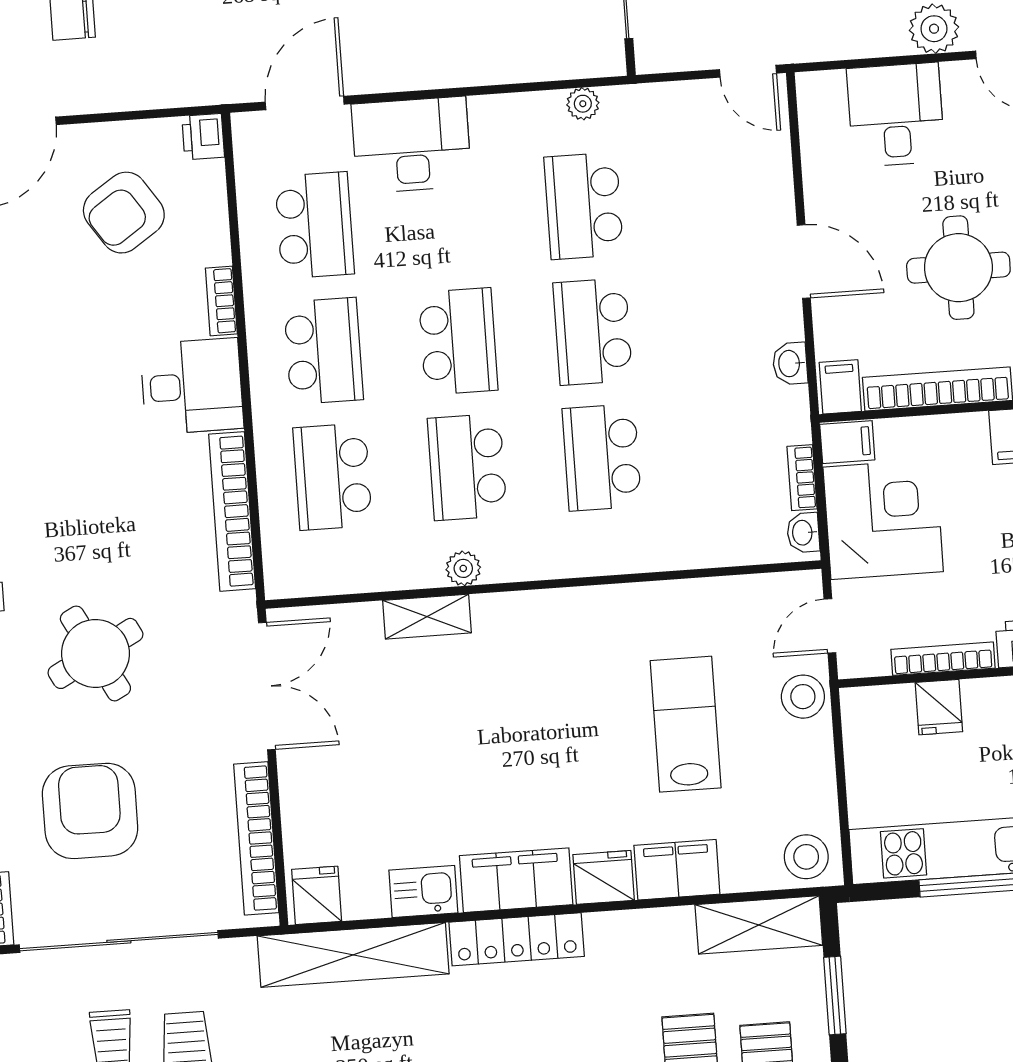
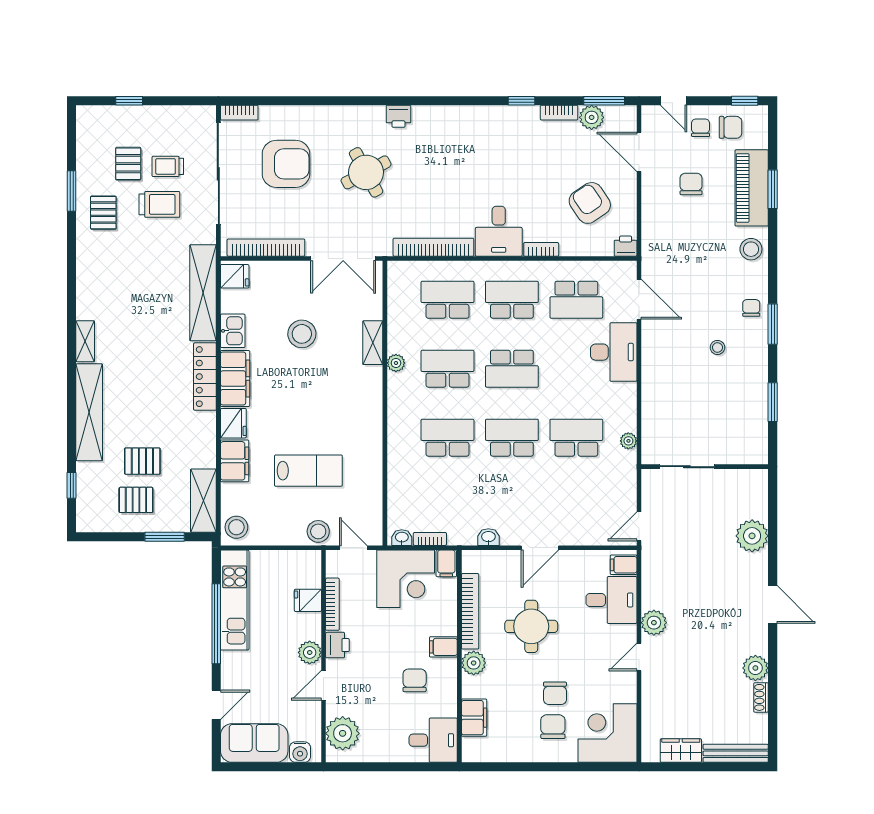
school desk: (324, 351) -> (512, 300), turned 180
filing cabinet: (840, 387) -> (624, 565), moved, turned 180
stool: (420, 756) -> (302, 334), added

